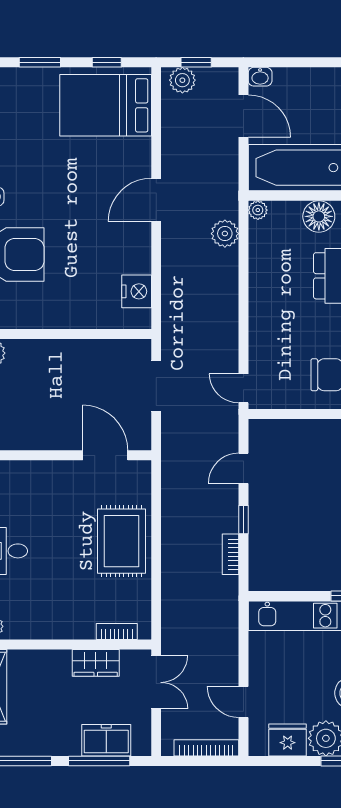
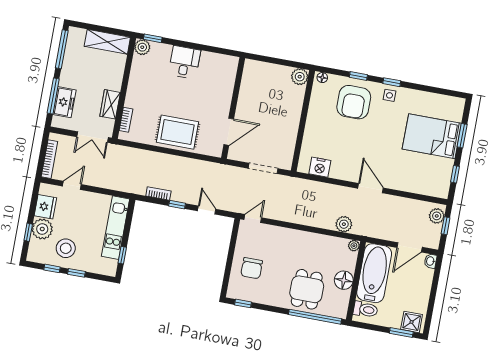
bed: (106, 105) -> (432, 136), moved, turned -90

